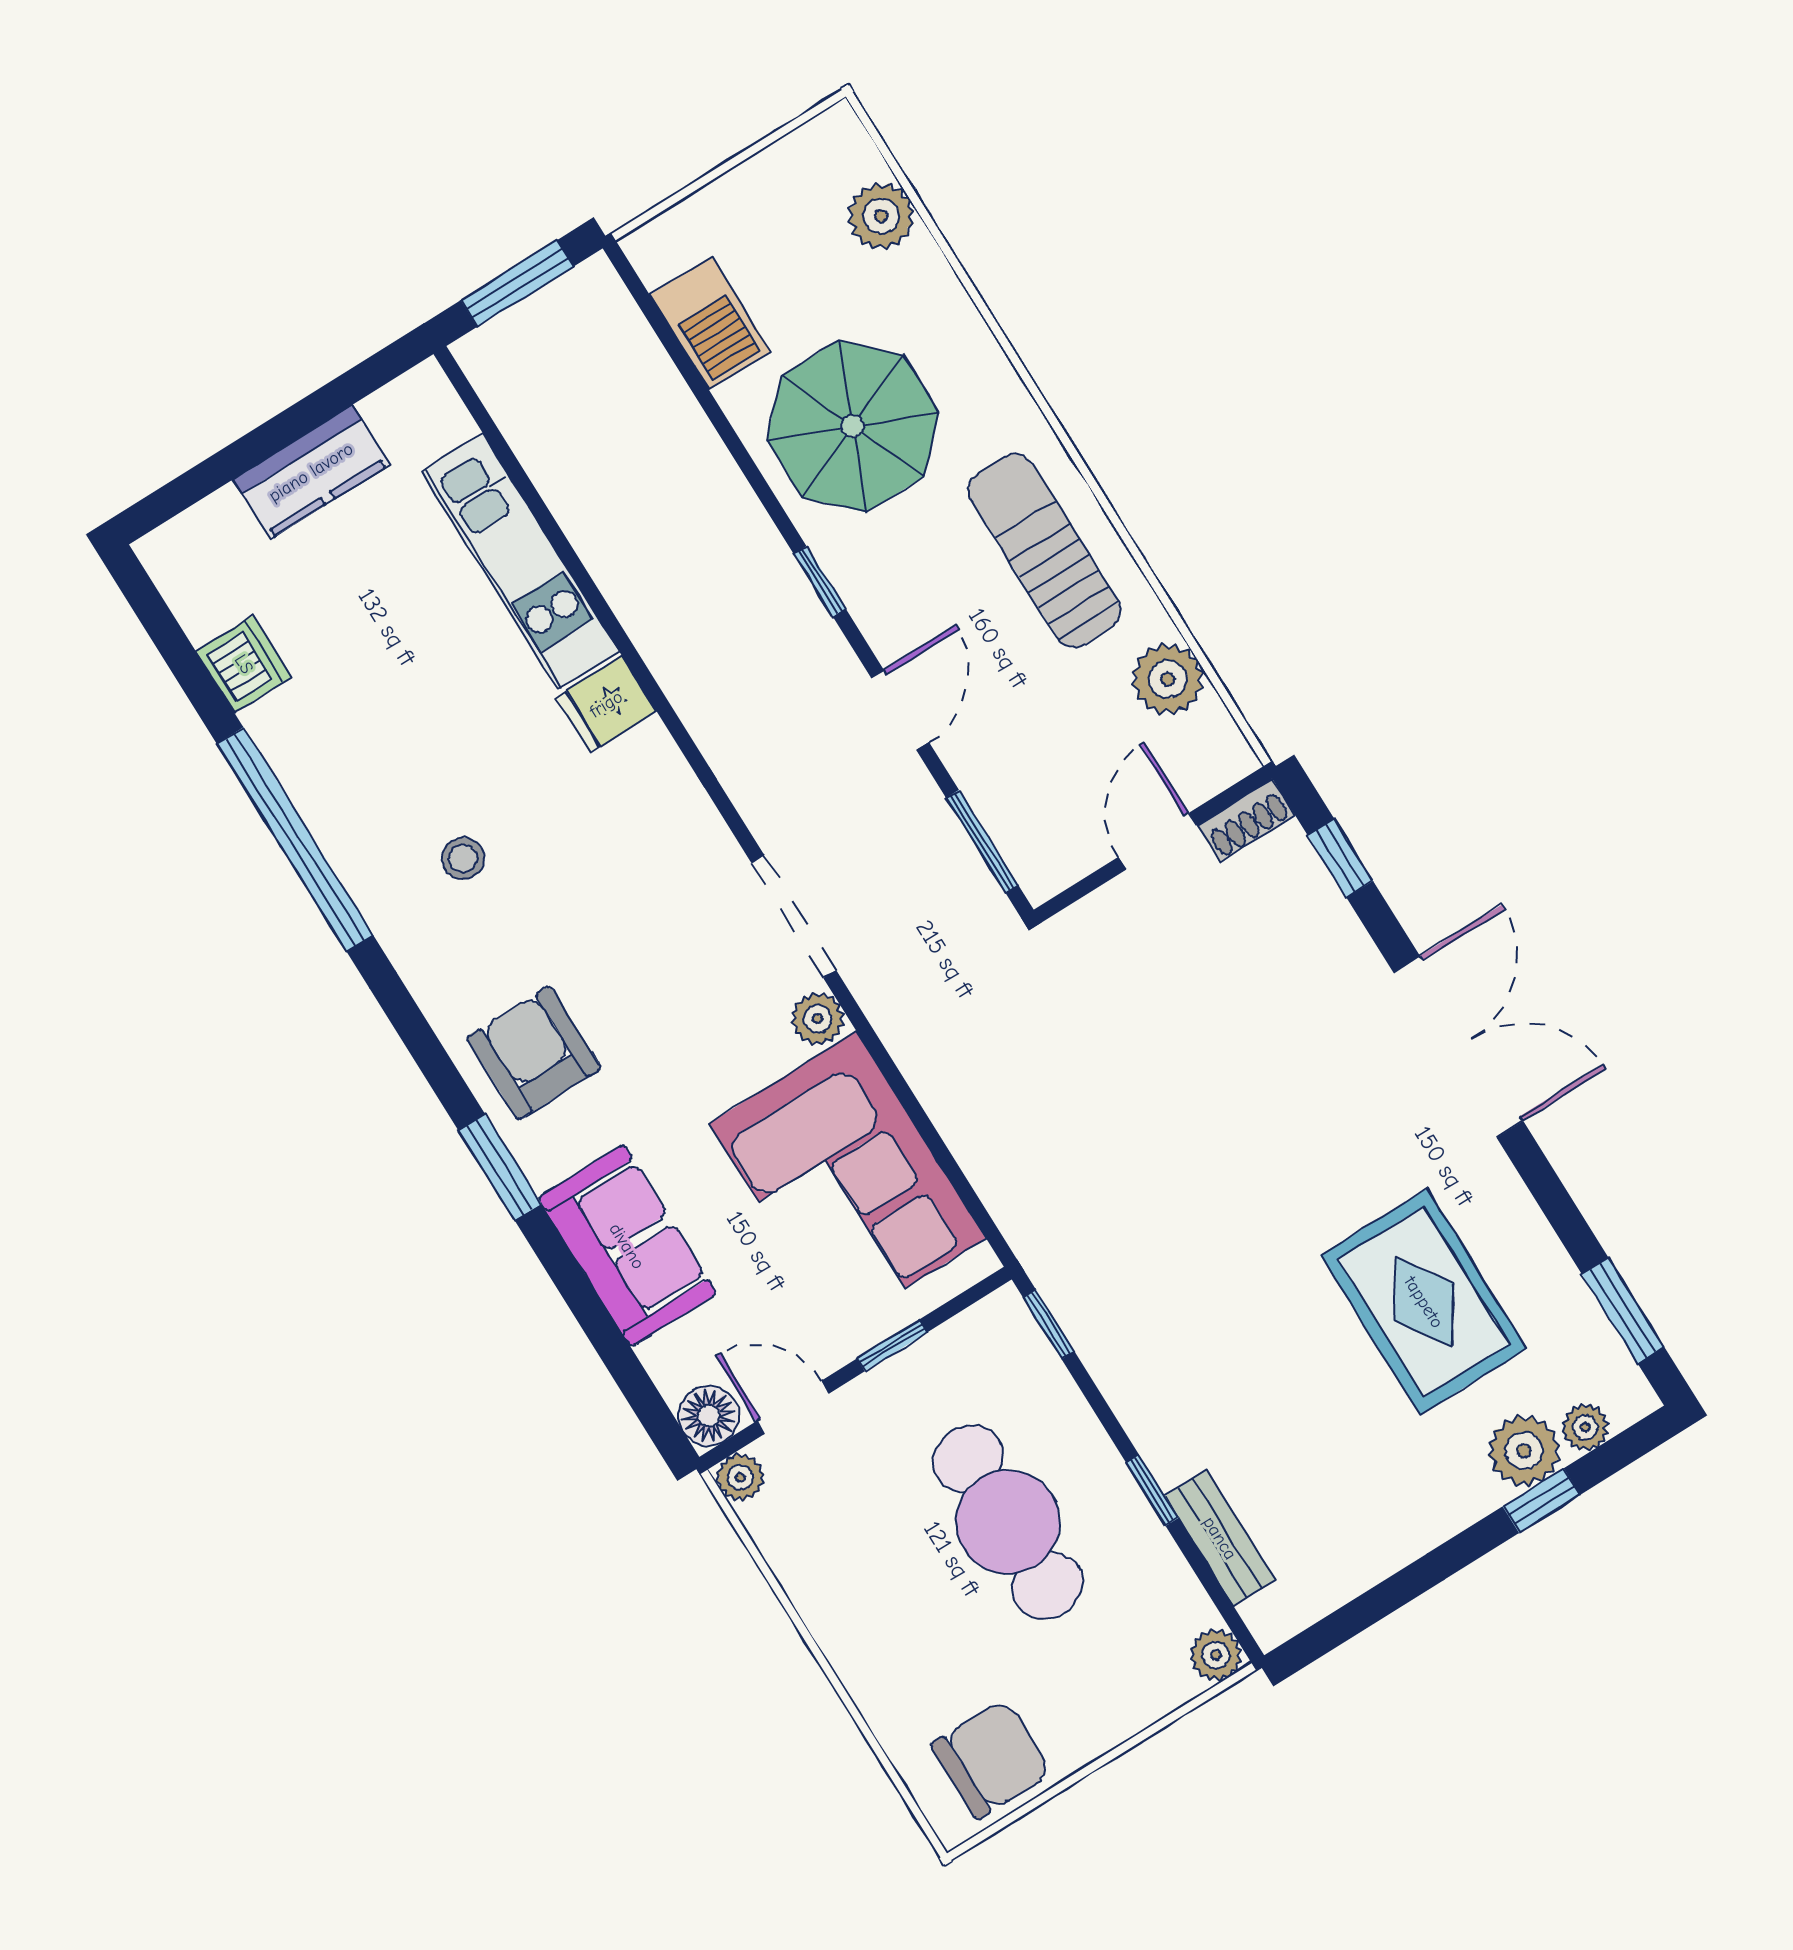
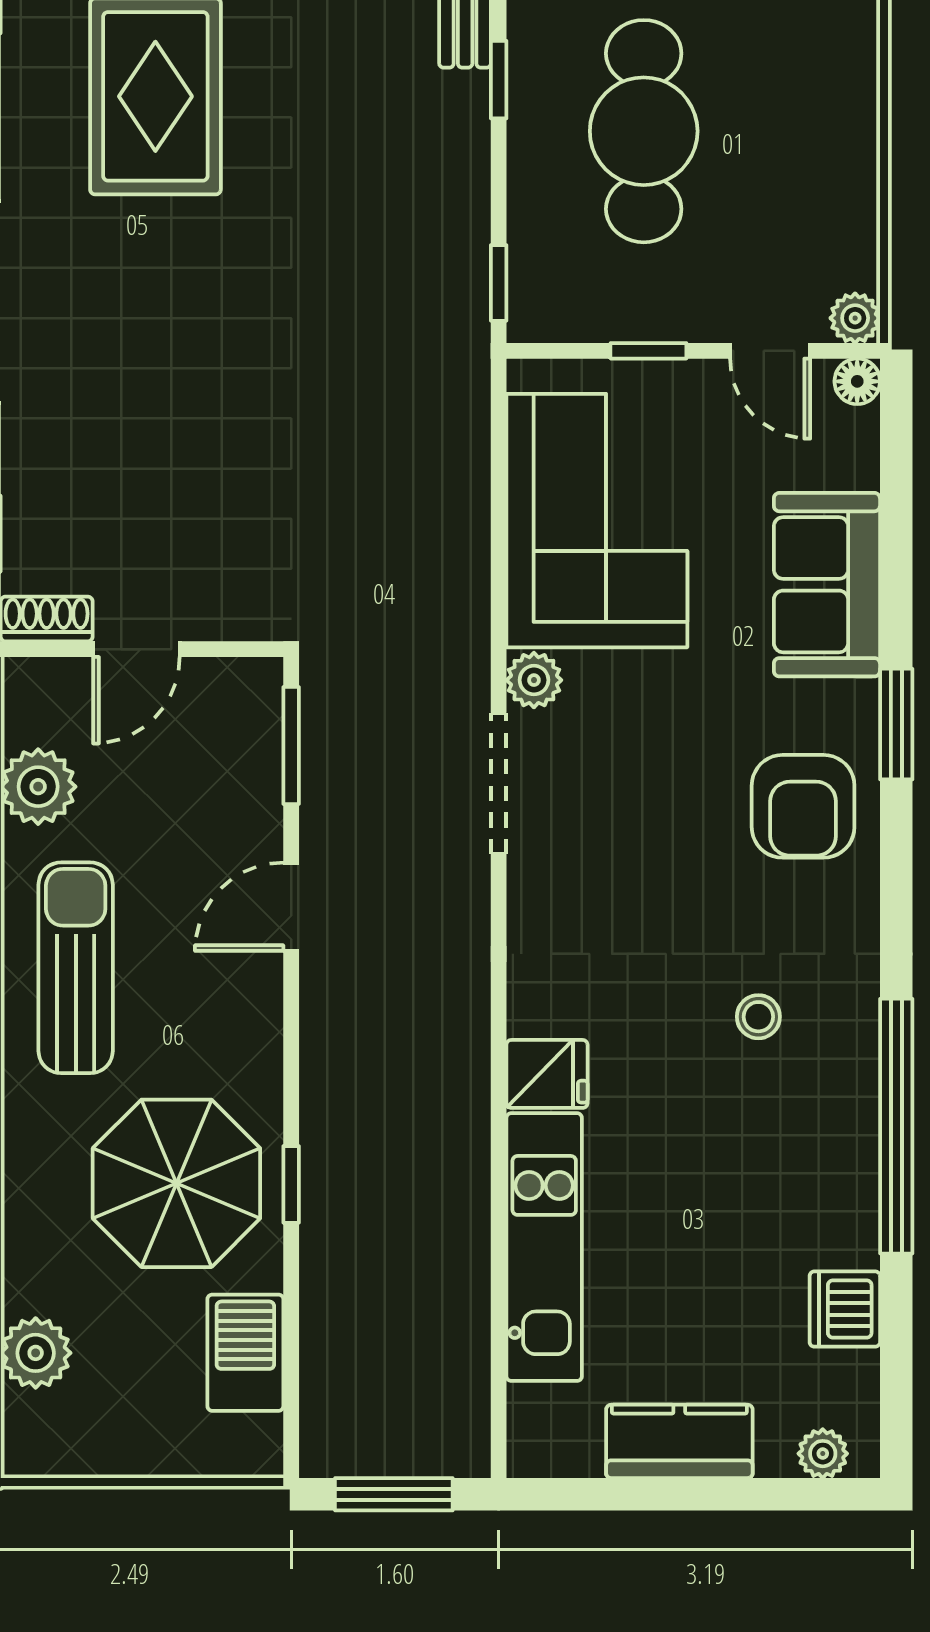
plant: (188, 535) -> (823, 1454), added
sun lounger: (1045, 551) -> (76, 968), turned 180
window: (820, 581) -> (291, 1184), moved
floor lamp: (709, 1416) -> (857, 381), width x0.73, depth x0.73

